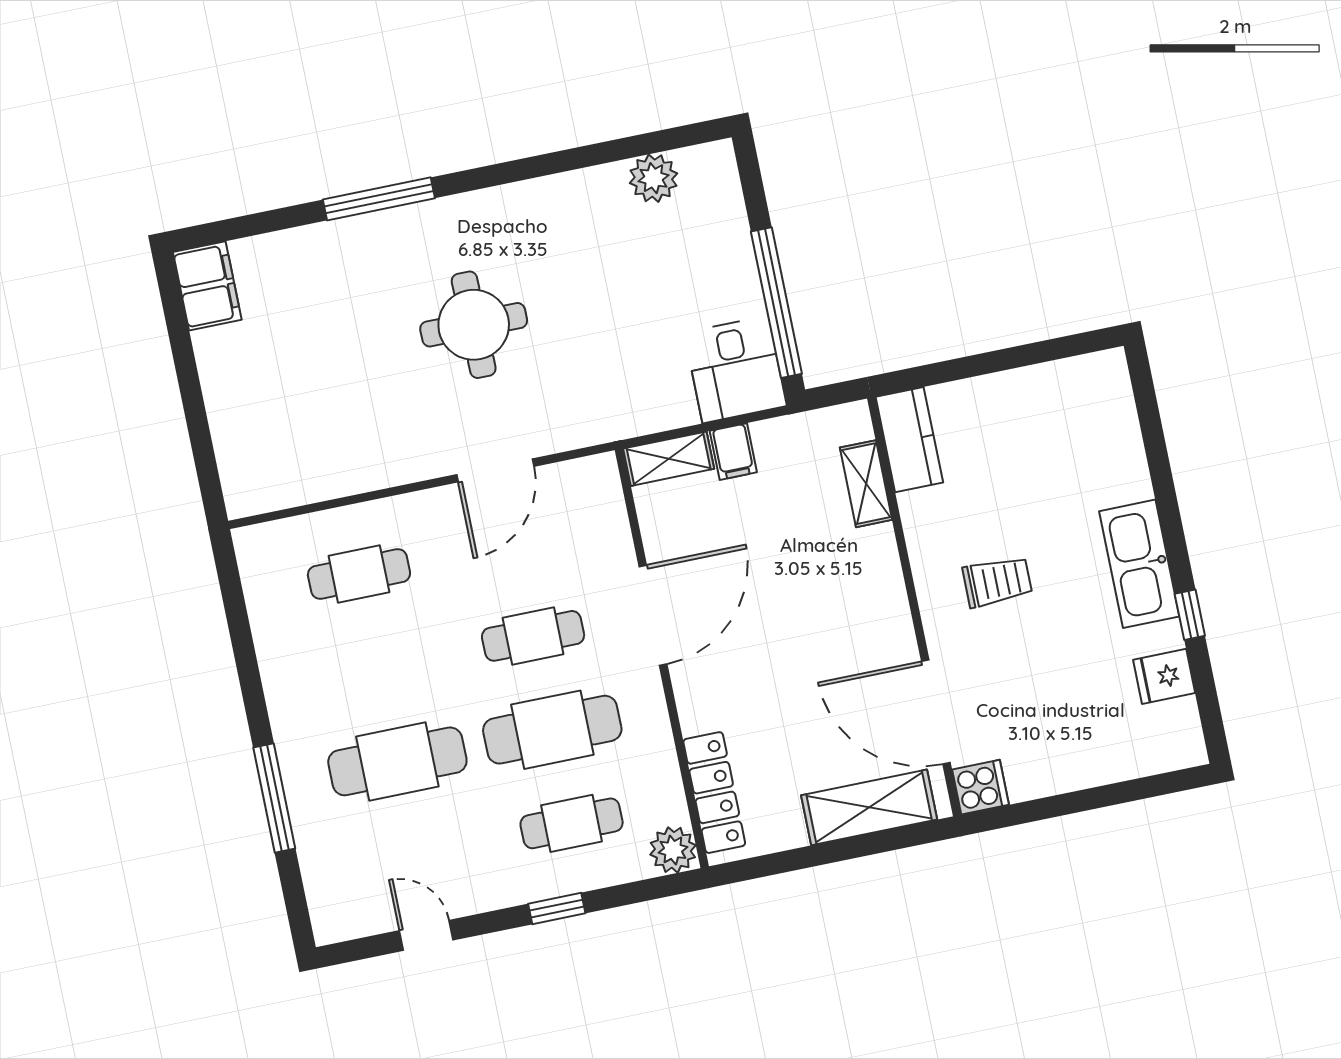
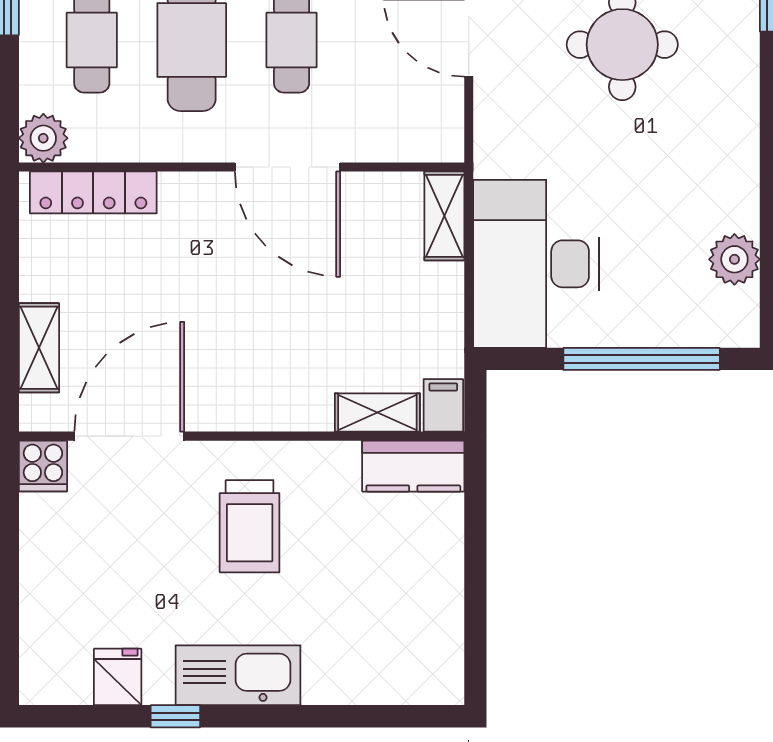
window: (776, 303) -> (642, 359), moved
desk: (735, 369) -> (536, 264), width x1.87, depth x1.30
filing cabinet: (733, 452) -> (443, 405), moved, turned 90
trolley: (997, 582) -> (250, 526), width x1.36, depth x1.39
shelving: (869, 807) -> (39, 348), width x0.67, depth x0.75

